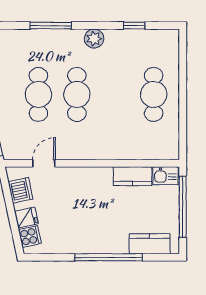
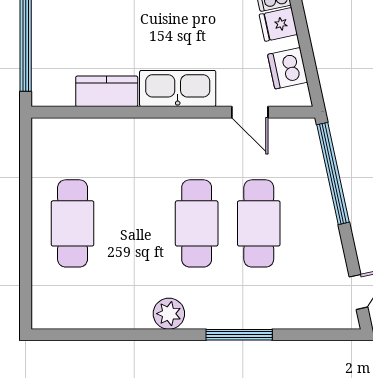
window: (134, 26) -> (104, 335), removed
door: (44, 163) -> (250, 112), hinge flipped
kitchen sink: (166, 176) -> (178, 88), moved, width x1.87, depth x1.24

